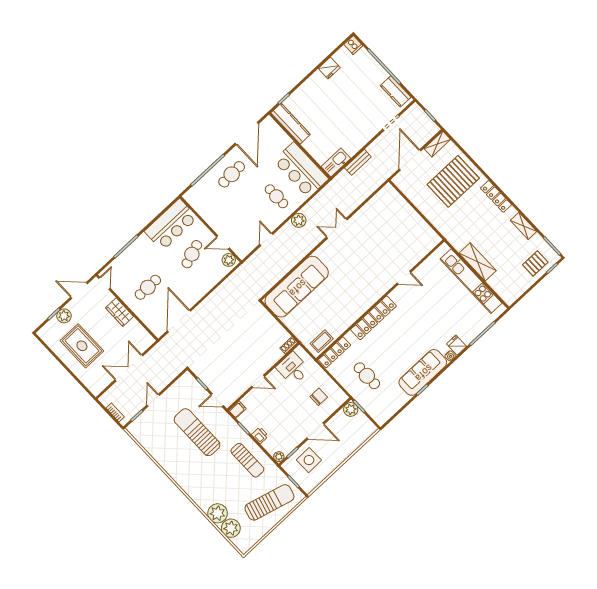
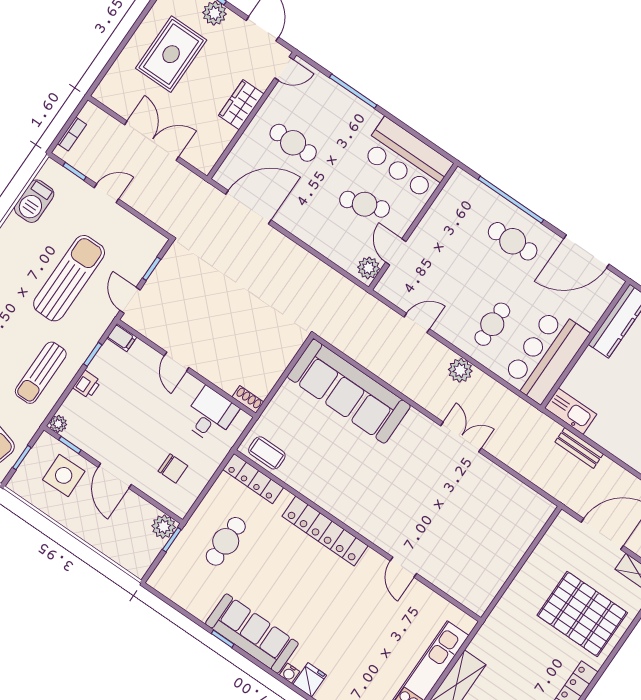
barbecue: (149, 442) -> (34, 201), added

